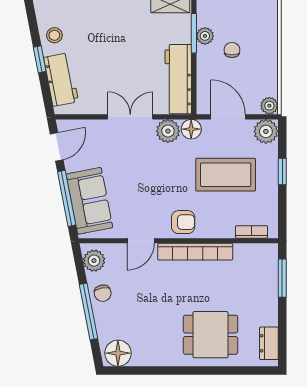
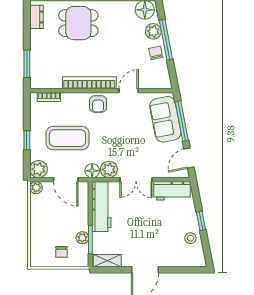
chair: (232, 50) -> (61, 252), moved
workbench: (61, 80) -> (172, 191), moved, turned -79
armchair: (183, 222) -> (98, 104), turned -90
plant: (94, 261) -> (153, 31), moved

